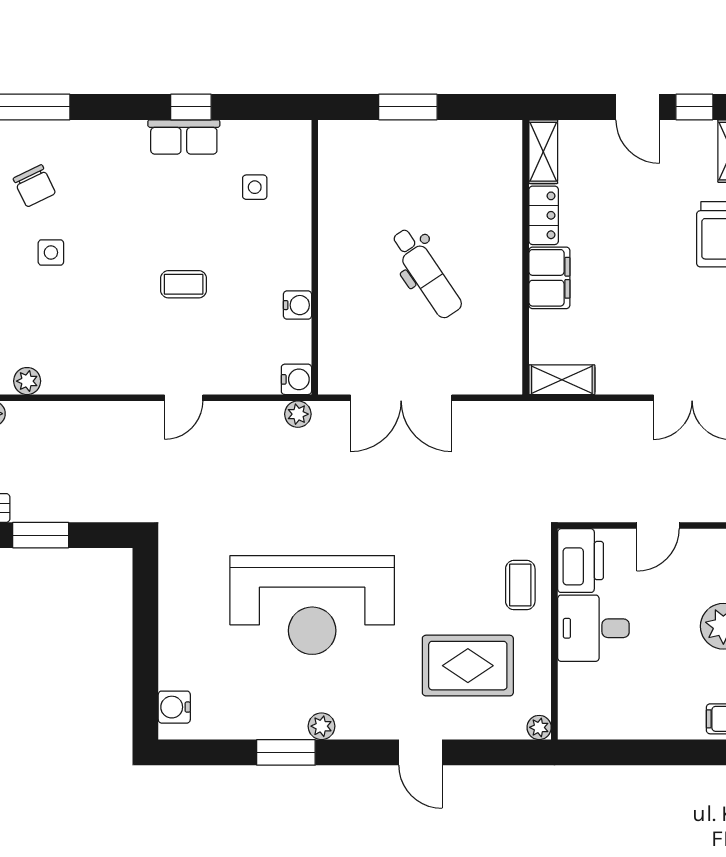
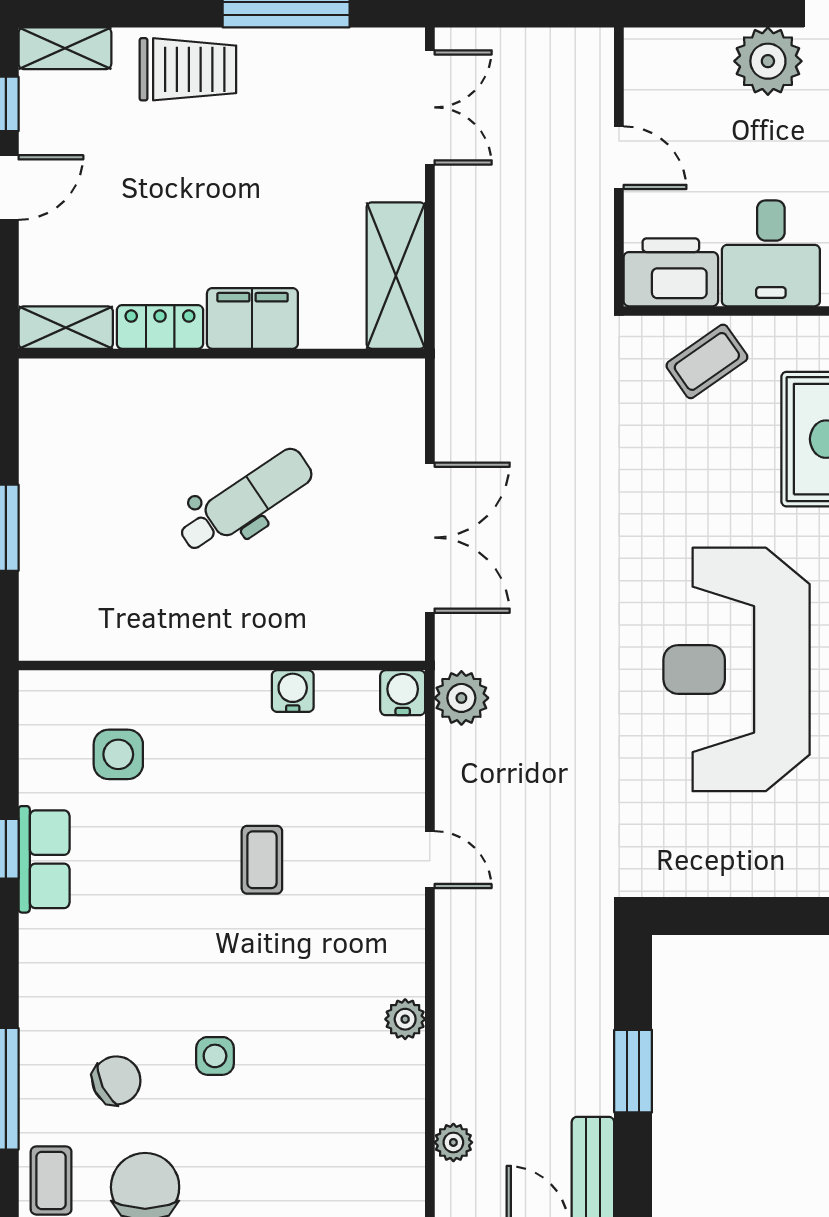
side table: (255, 187) -> (118, 754), width x1.37, depth x1.37
shelving: (562, 380) -> (396, 276), width x1.50, depth x1.33
plant: (27, 381) -> (405, 1019), moved
plant: (298, 414) -> (461, 698), width x1.38, depth x1.38
coffee table: (520, 585) -> (707, 361), turned -35
reception desk: (312, 605) -> (737, 669), turned 180

